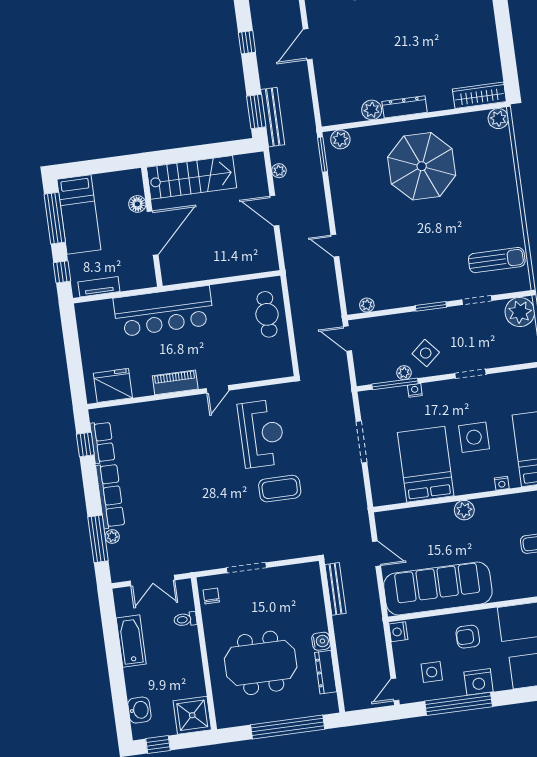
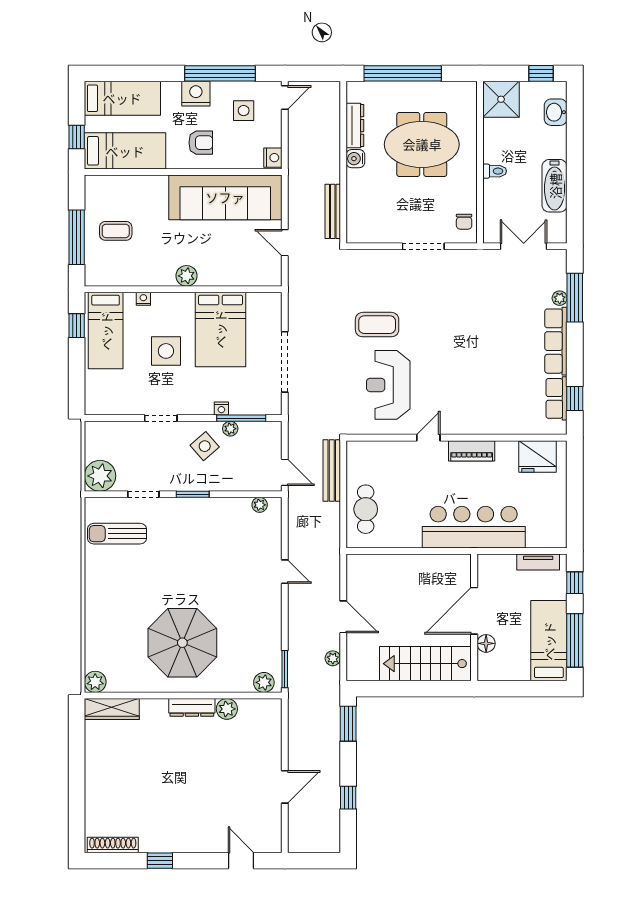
bench: (273, 117) -> (332, 470), moved
doorway: (361, 442) -> (285, 362), width x1.36
toilet: (185, 619) -> (495, 171), moved

